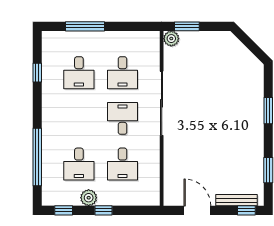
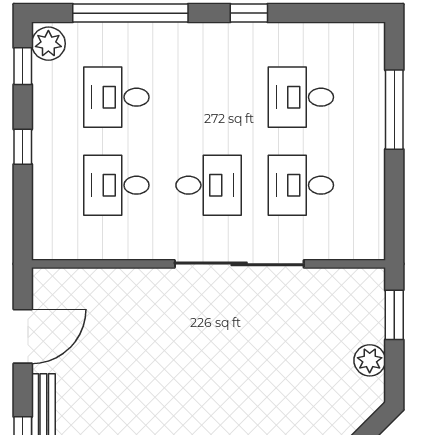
plant: (171, 39) -> (370, 360), moved
window: (37, 73) -> (249, 13), moved
plant: (89, 198) -> (48, 44), moved

